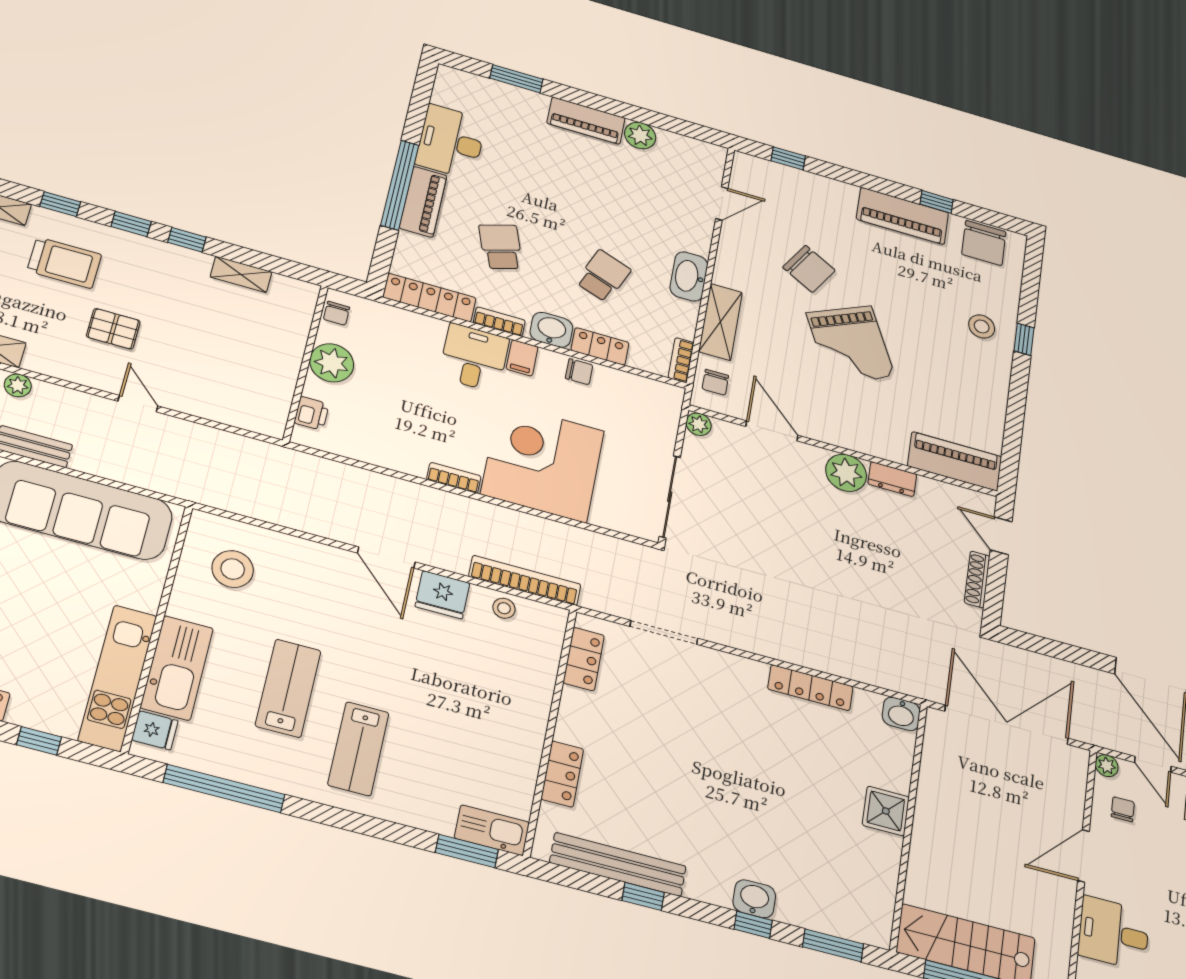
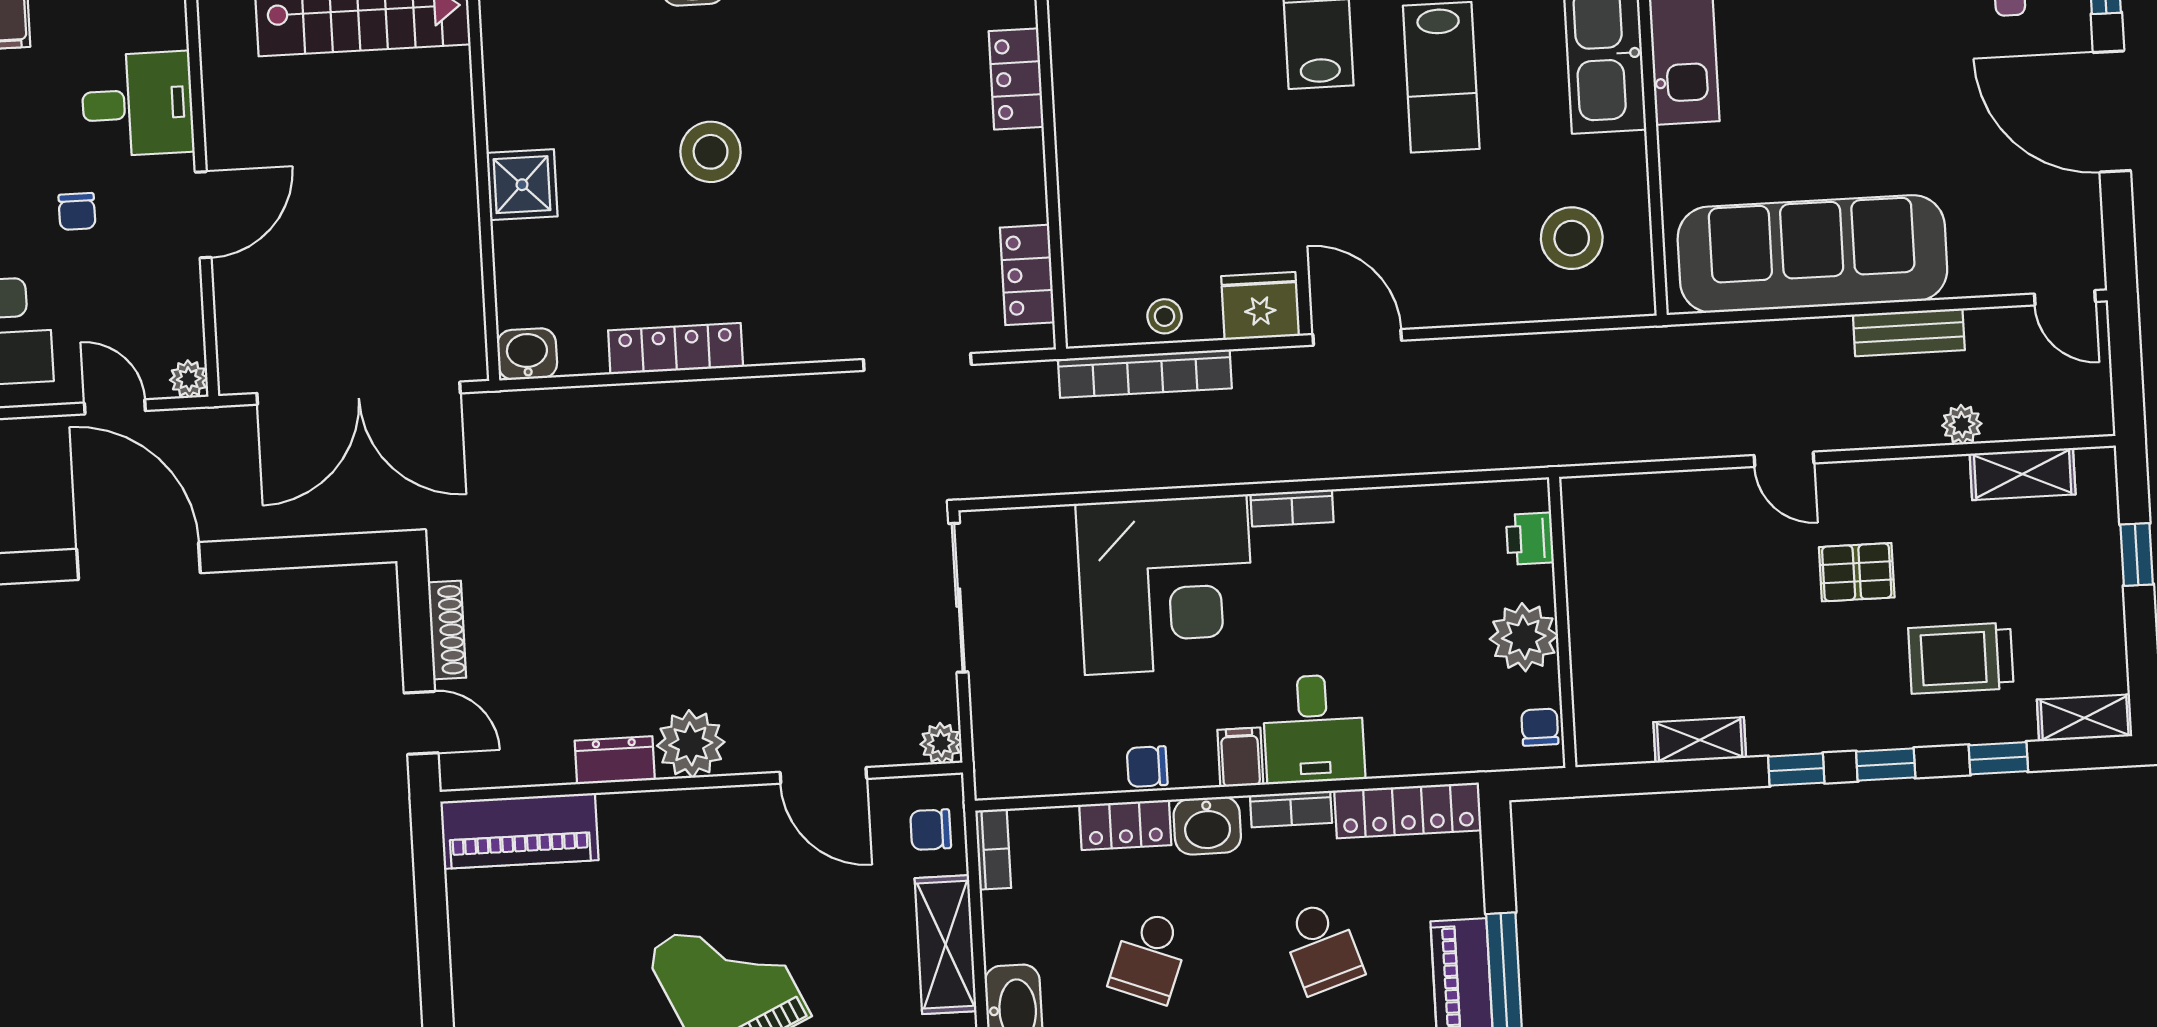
chair: (715, 382) -> (931, 830), turned -90
stool: (765, 793) -> (711, 152), added
chair: (1123, 809) -> (77, 211), moved

